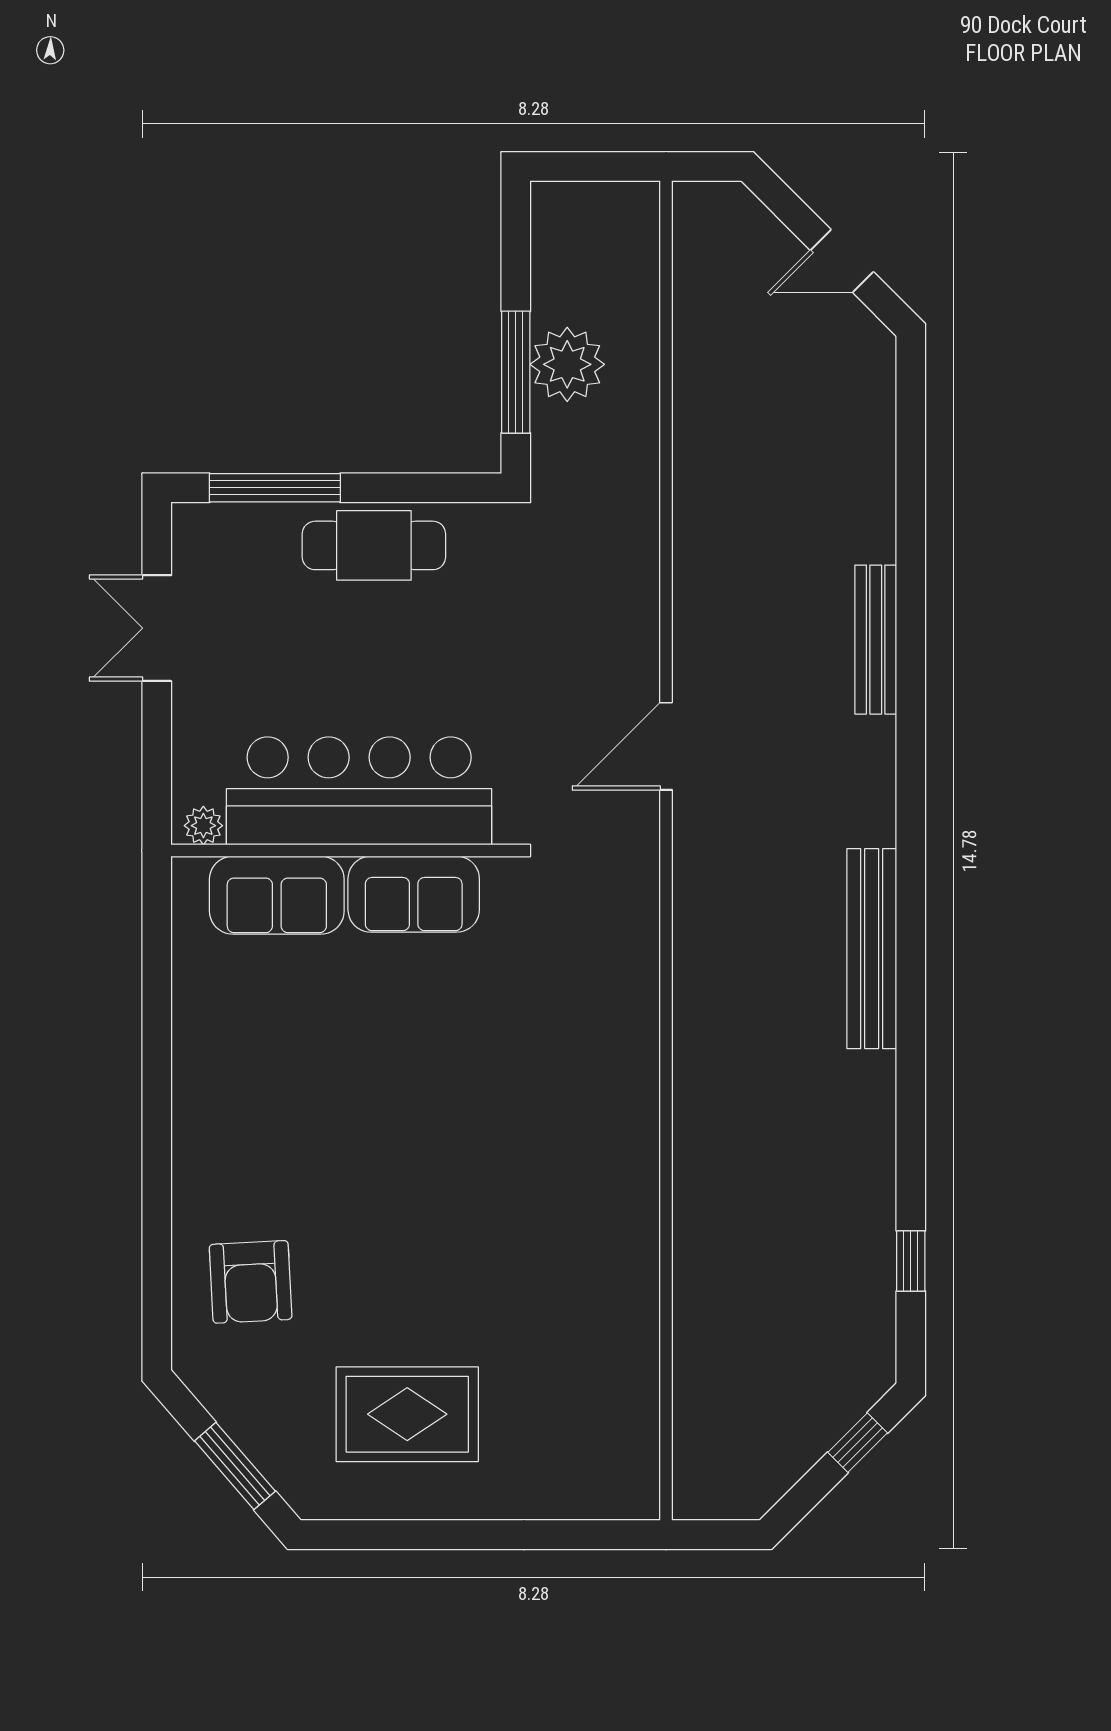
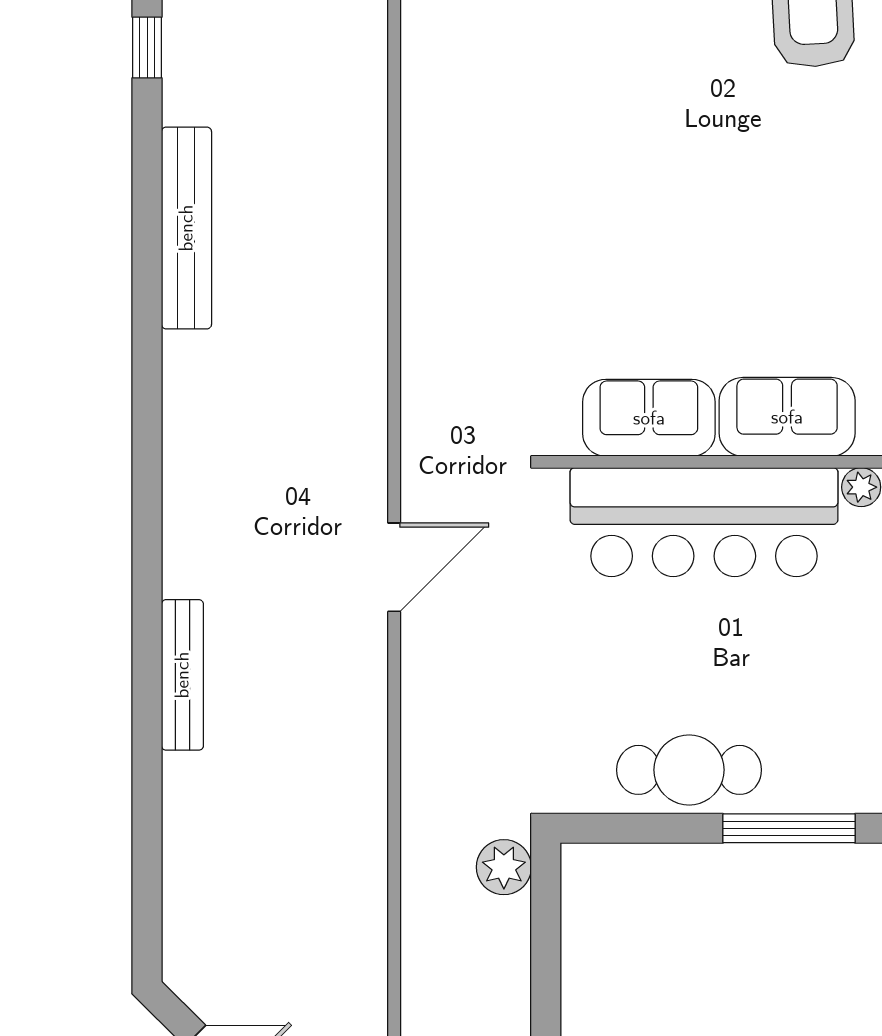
plant: (567, 364) -> (504, 867), moved, width x0.73, depth x0.73
window: (516, 372) -> (546, 945), removed
bench: (872, 949) -> (186, 228), moved

